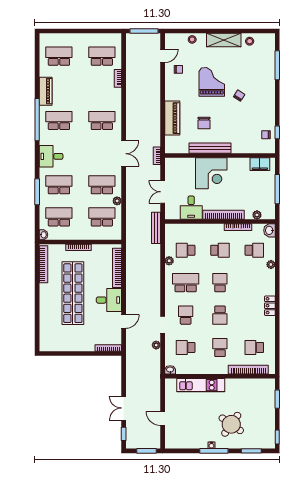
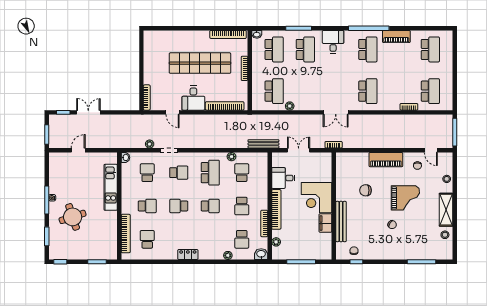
piano: (172, 118) -> (386, 160), moved
bench: (210, 148) -> (341, 221), moved
filing cabinet: (260, 164) -> (325, 223), moved
school desk: (102, 185) -> (305, 91), removed
round table: (231, 424) -> (73, 217), turned 37

